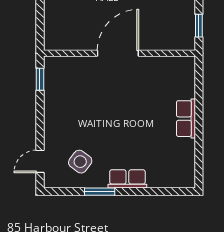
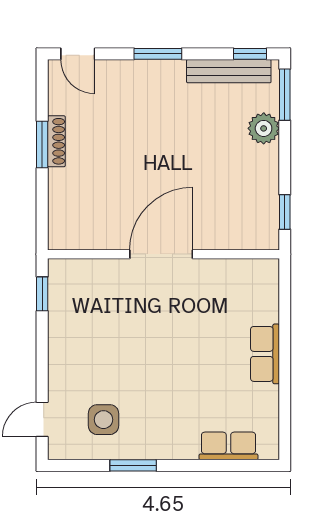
side table: (80, 162) -> (103, 420), turned -37
row of seats: (127, 179) -> (228, 446), moved

